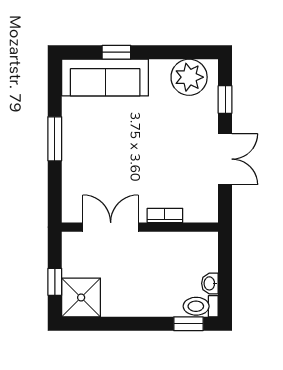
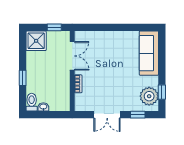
window: (116, 52) -> (162, 92), moved
window: (55, 139) -> (117, 27), removed
window: (55, 282) -> (54, 27), moved
window: (188, 324) -> (23, 78), moved

